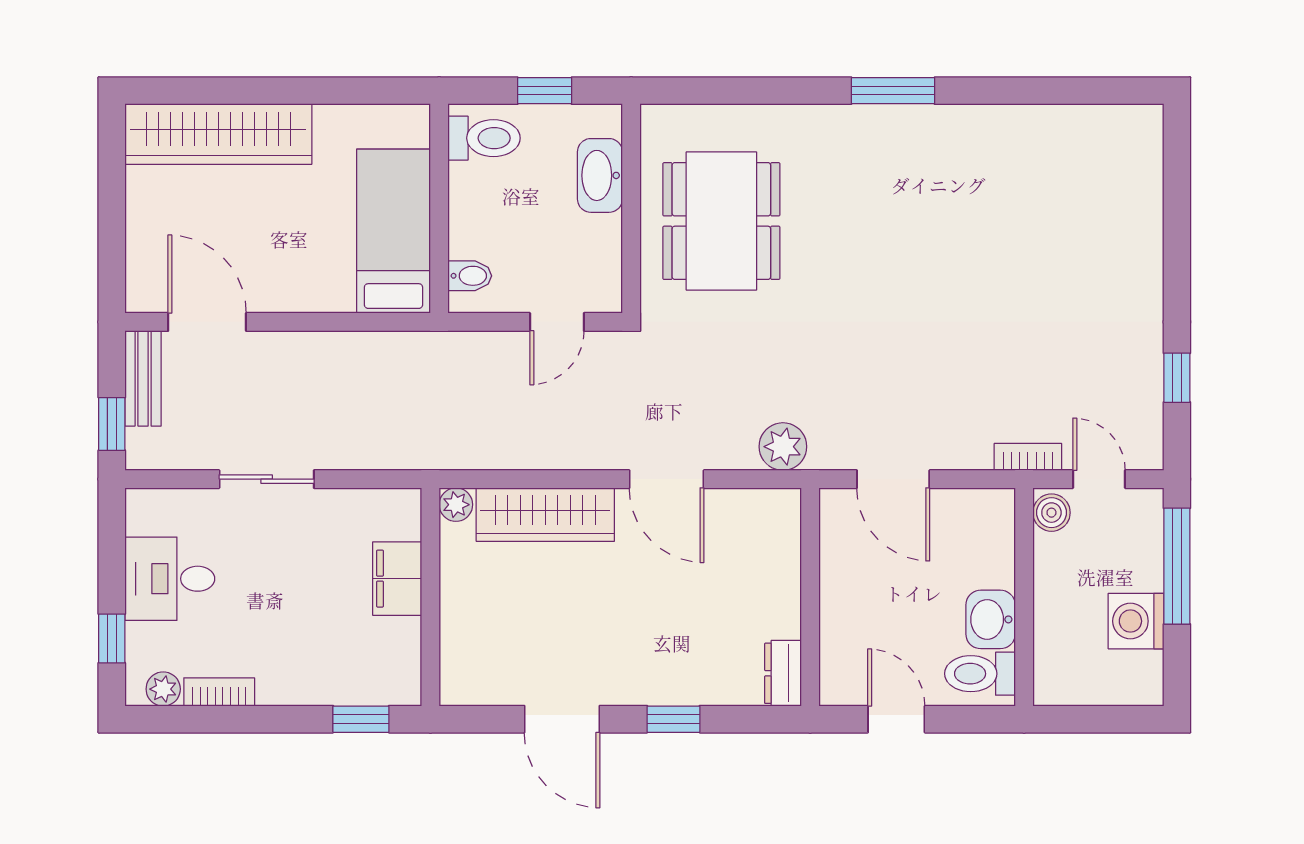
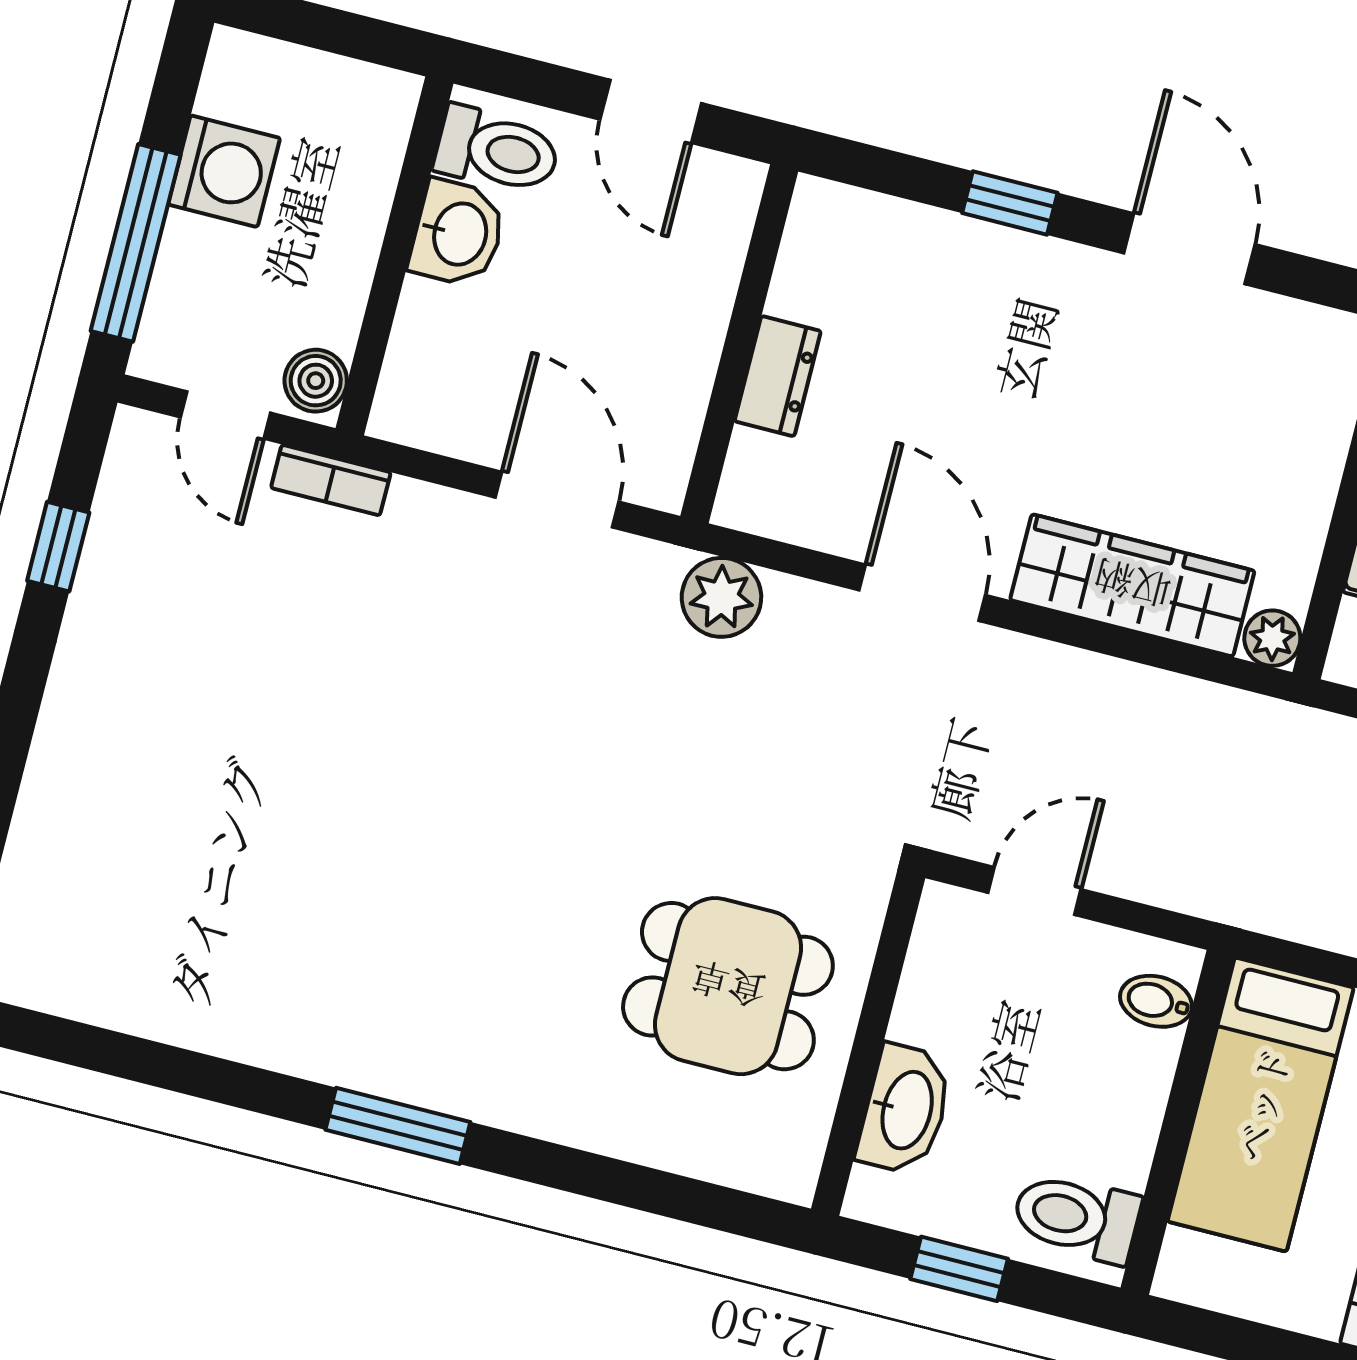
dining table: (721, 221) -> (728, 986), width x0.73
dresser: (783, 673) -> (778, 376), moved

